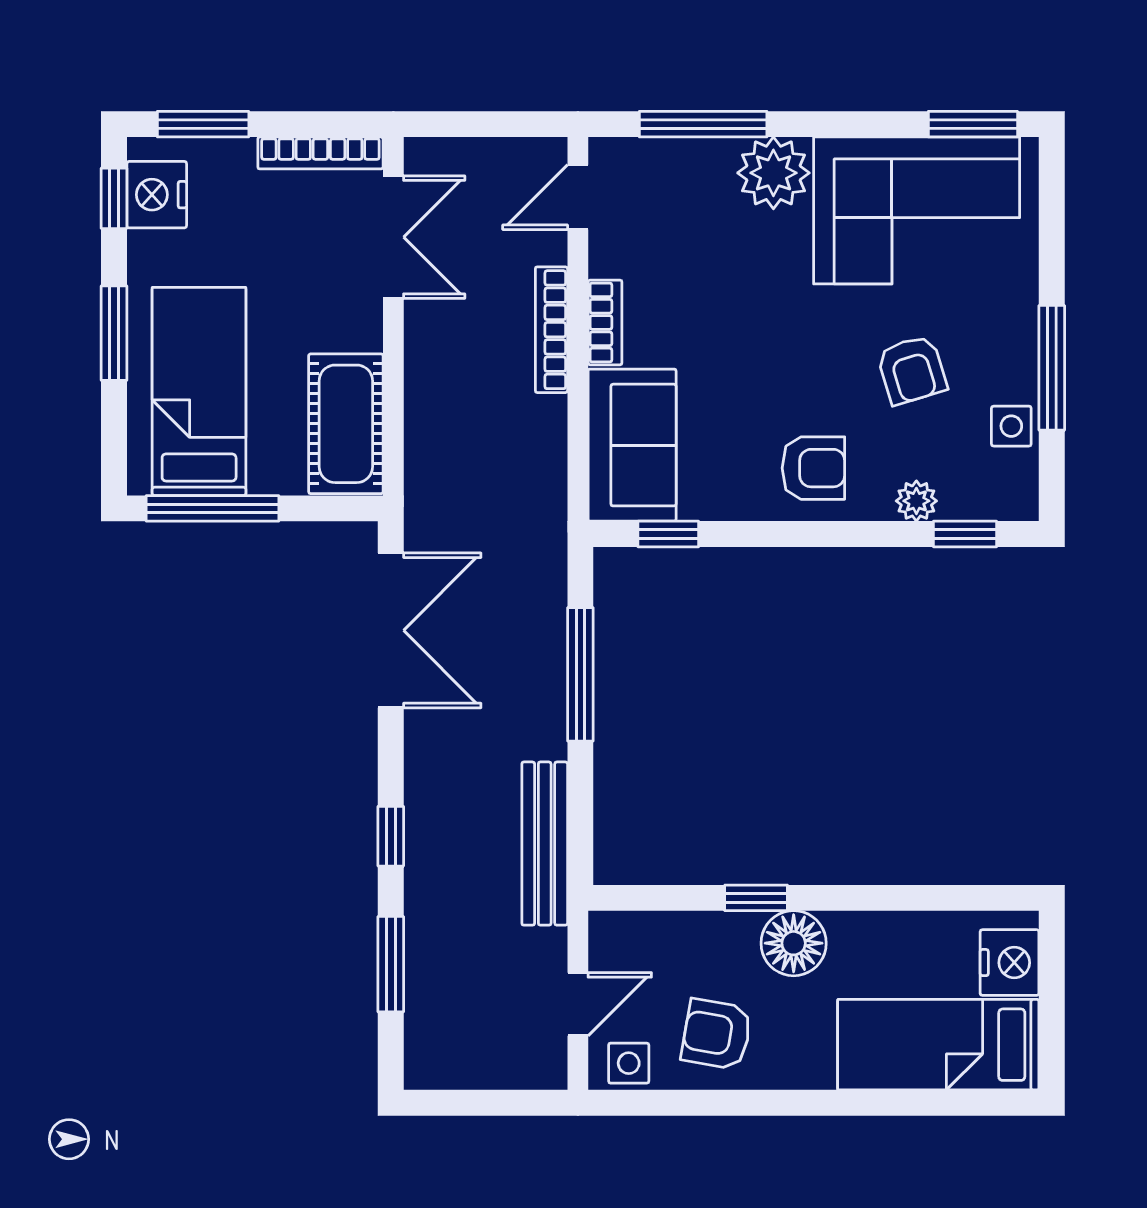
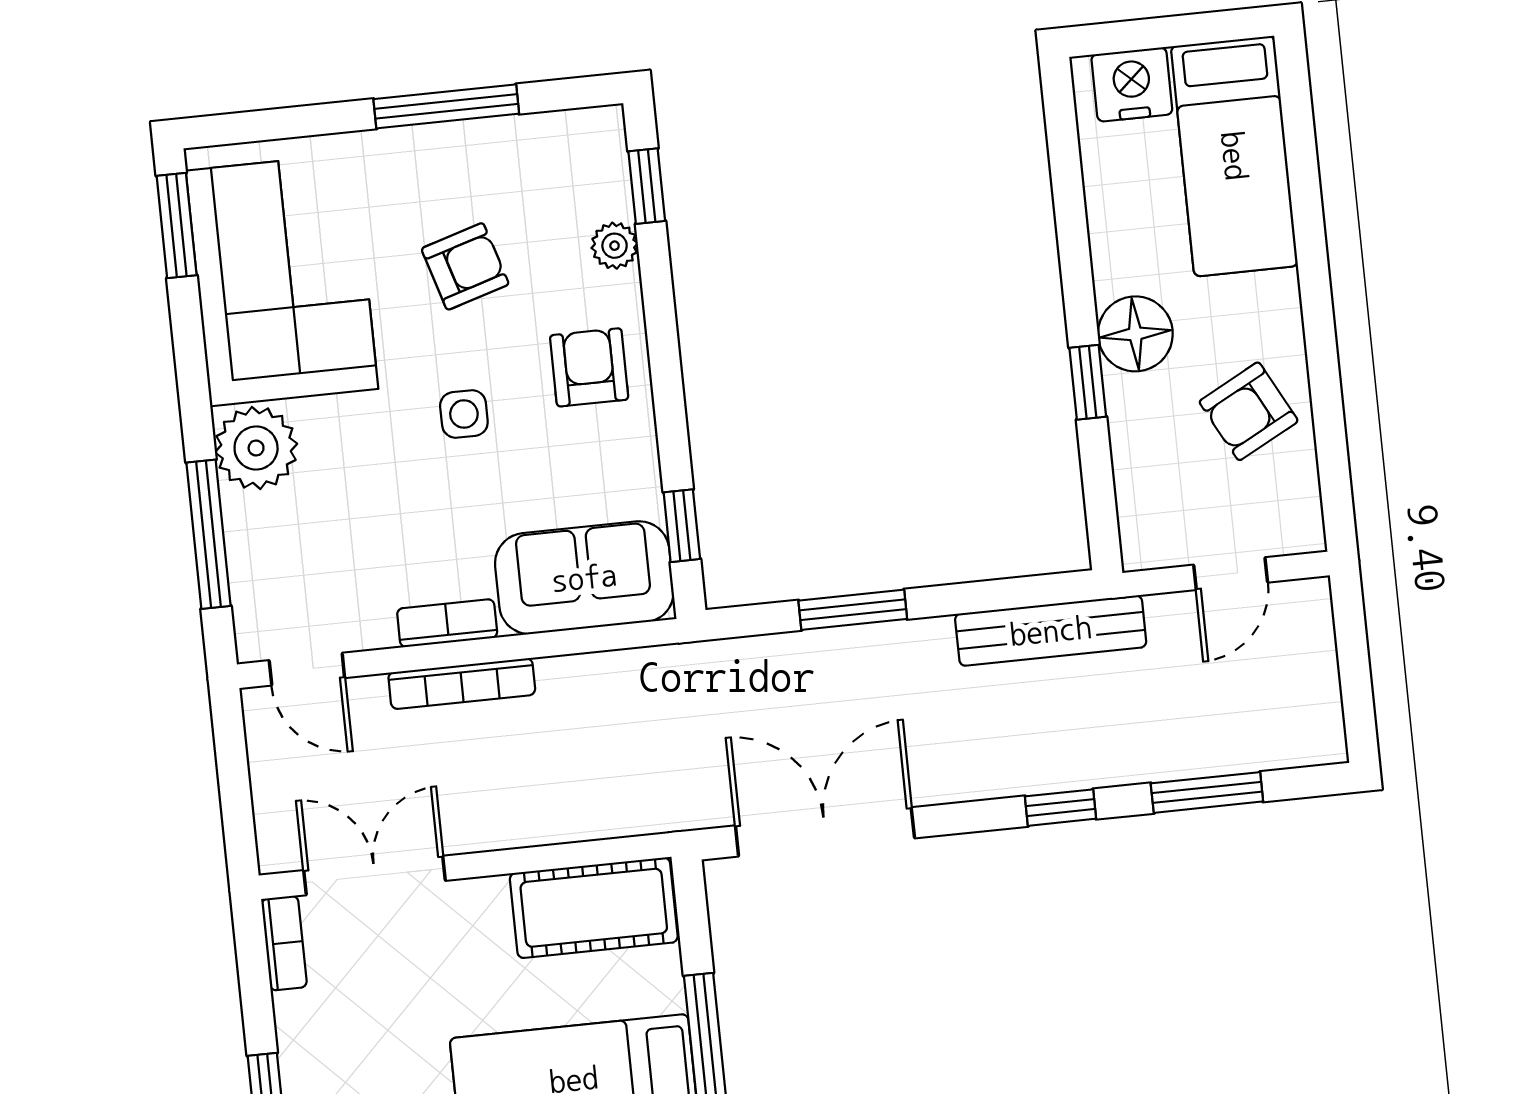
bookcase: (320, 153) -> (284, 943), width x0.64
side table: (1011, 426) -> (464, 414), moved
window: (580, 674) -> (853, 610), width x0.69
door: (578, 1004) -> (1231, 574), swing flipped
armchair: (717, 1034) -> (1249, 411), turned 52
side table: (629, 1063) -> (1292, 508), removed

